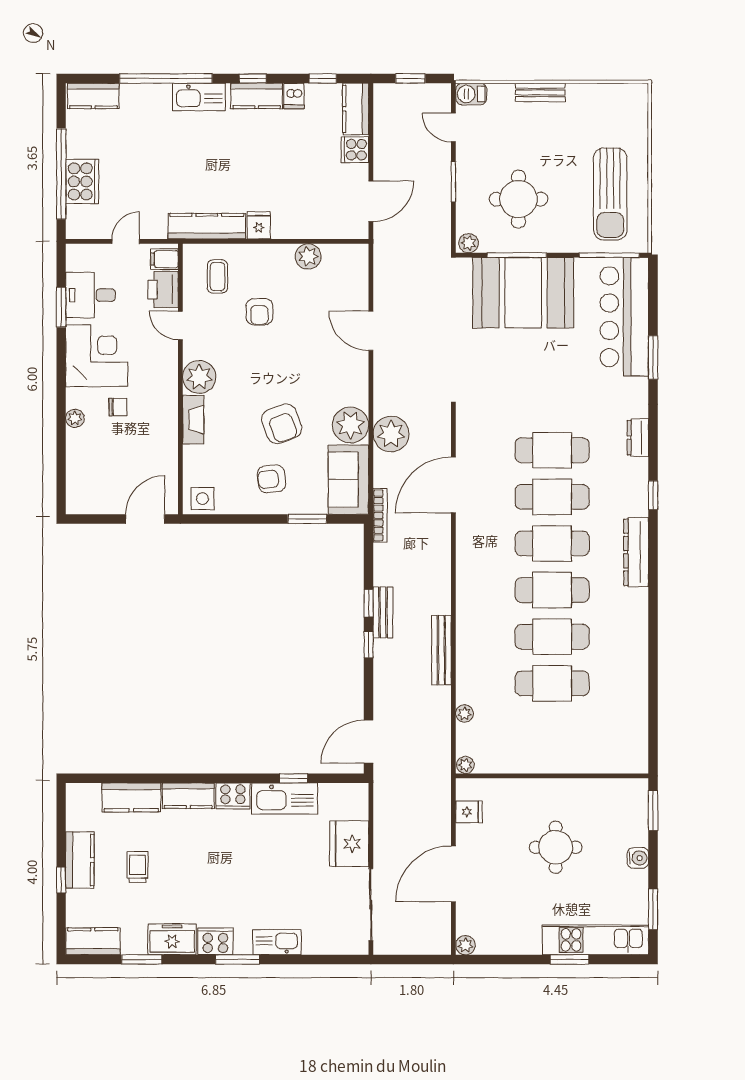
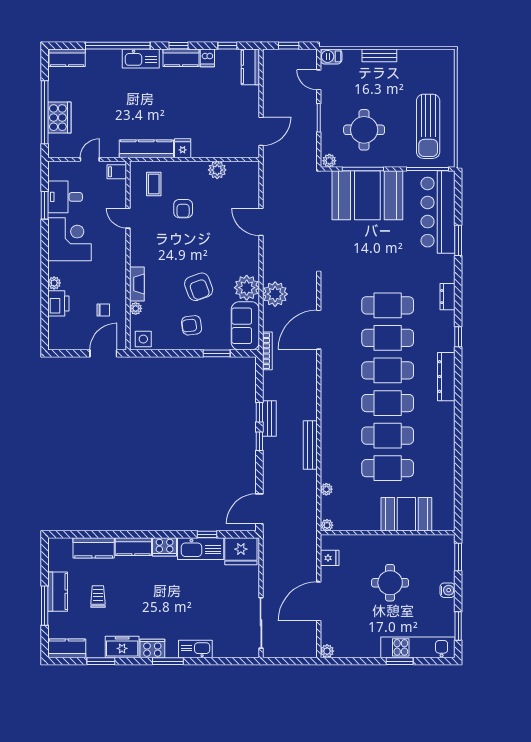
cooker: (355, 150) -> (250, 95), removed
printer: (163, 289) -> (58, 303), moved, turned 180
plant: (199, 377) -> (136, 308), moved, width x0.53, depth x0.53
chair: (118, 407) -> (103, 310), moved
booth: (579, 749) -> (406, 514), added
fridge: (349, 844) -> (241, 551), moved, turned -90
window: (61, 880) -> (45, 606), width x2.17

